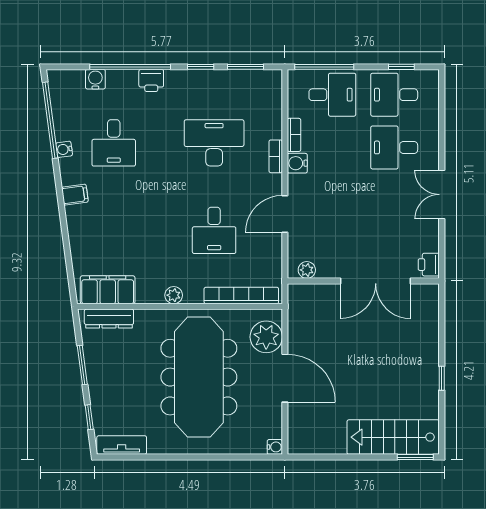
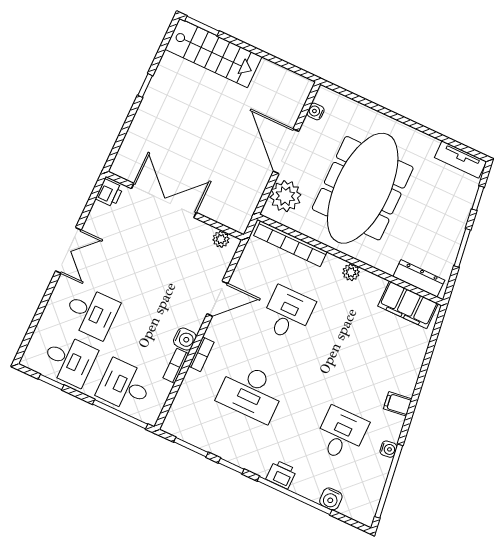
water cooler: (275, 447) -> (316, 111), moved

